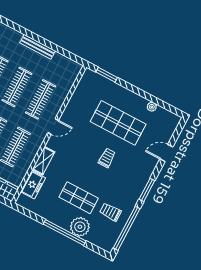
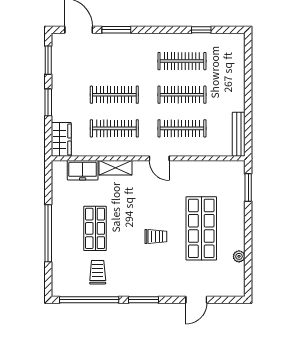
bench: (38, 47) -> (239, 134), moved
door: (166, 153) -> (196, 300), swing flipped
plant: (80, 227) -> (63, 247), removed

